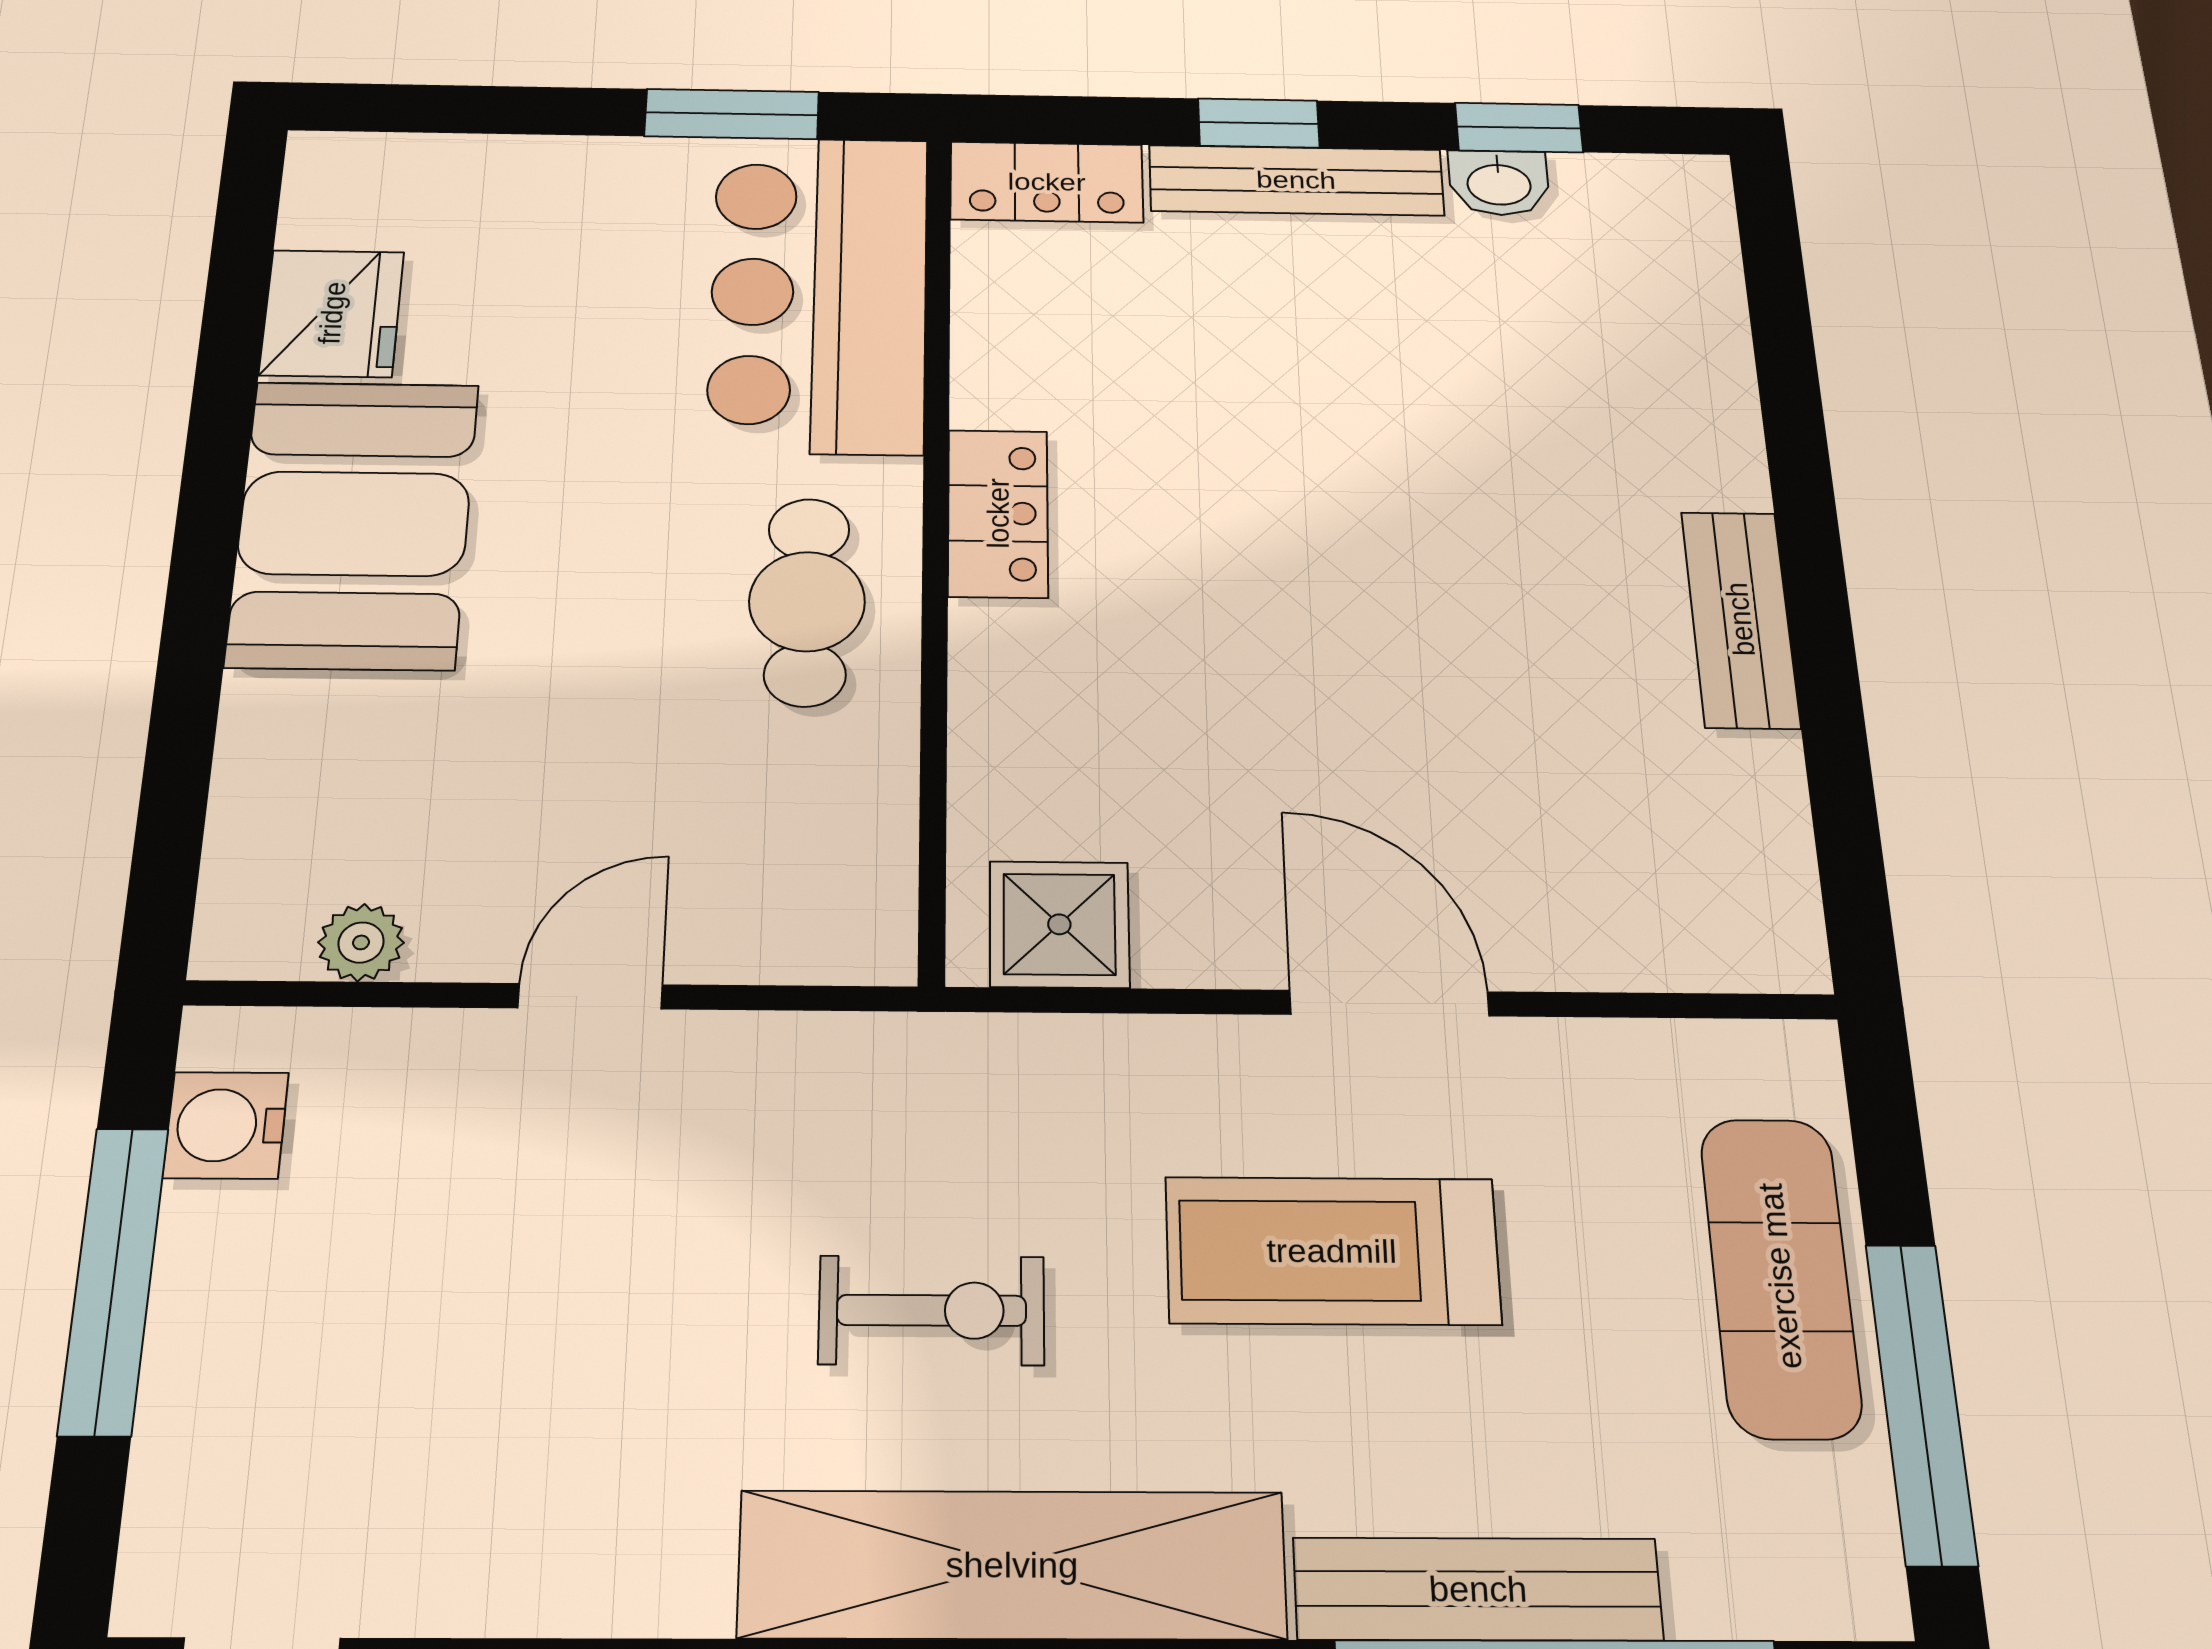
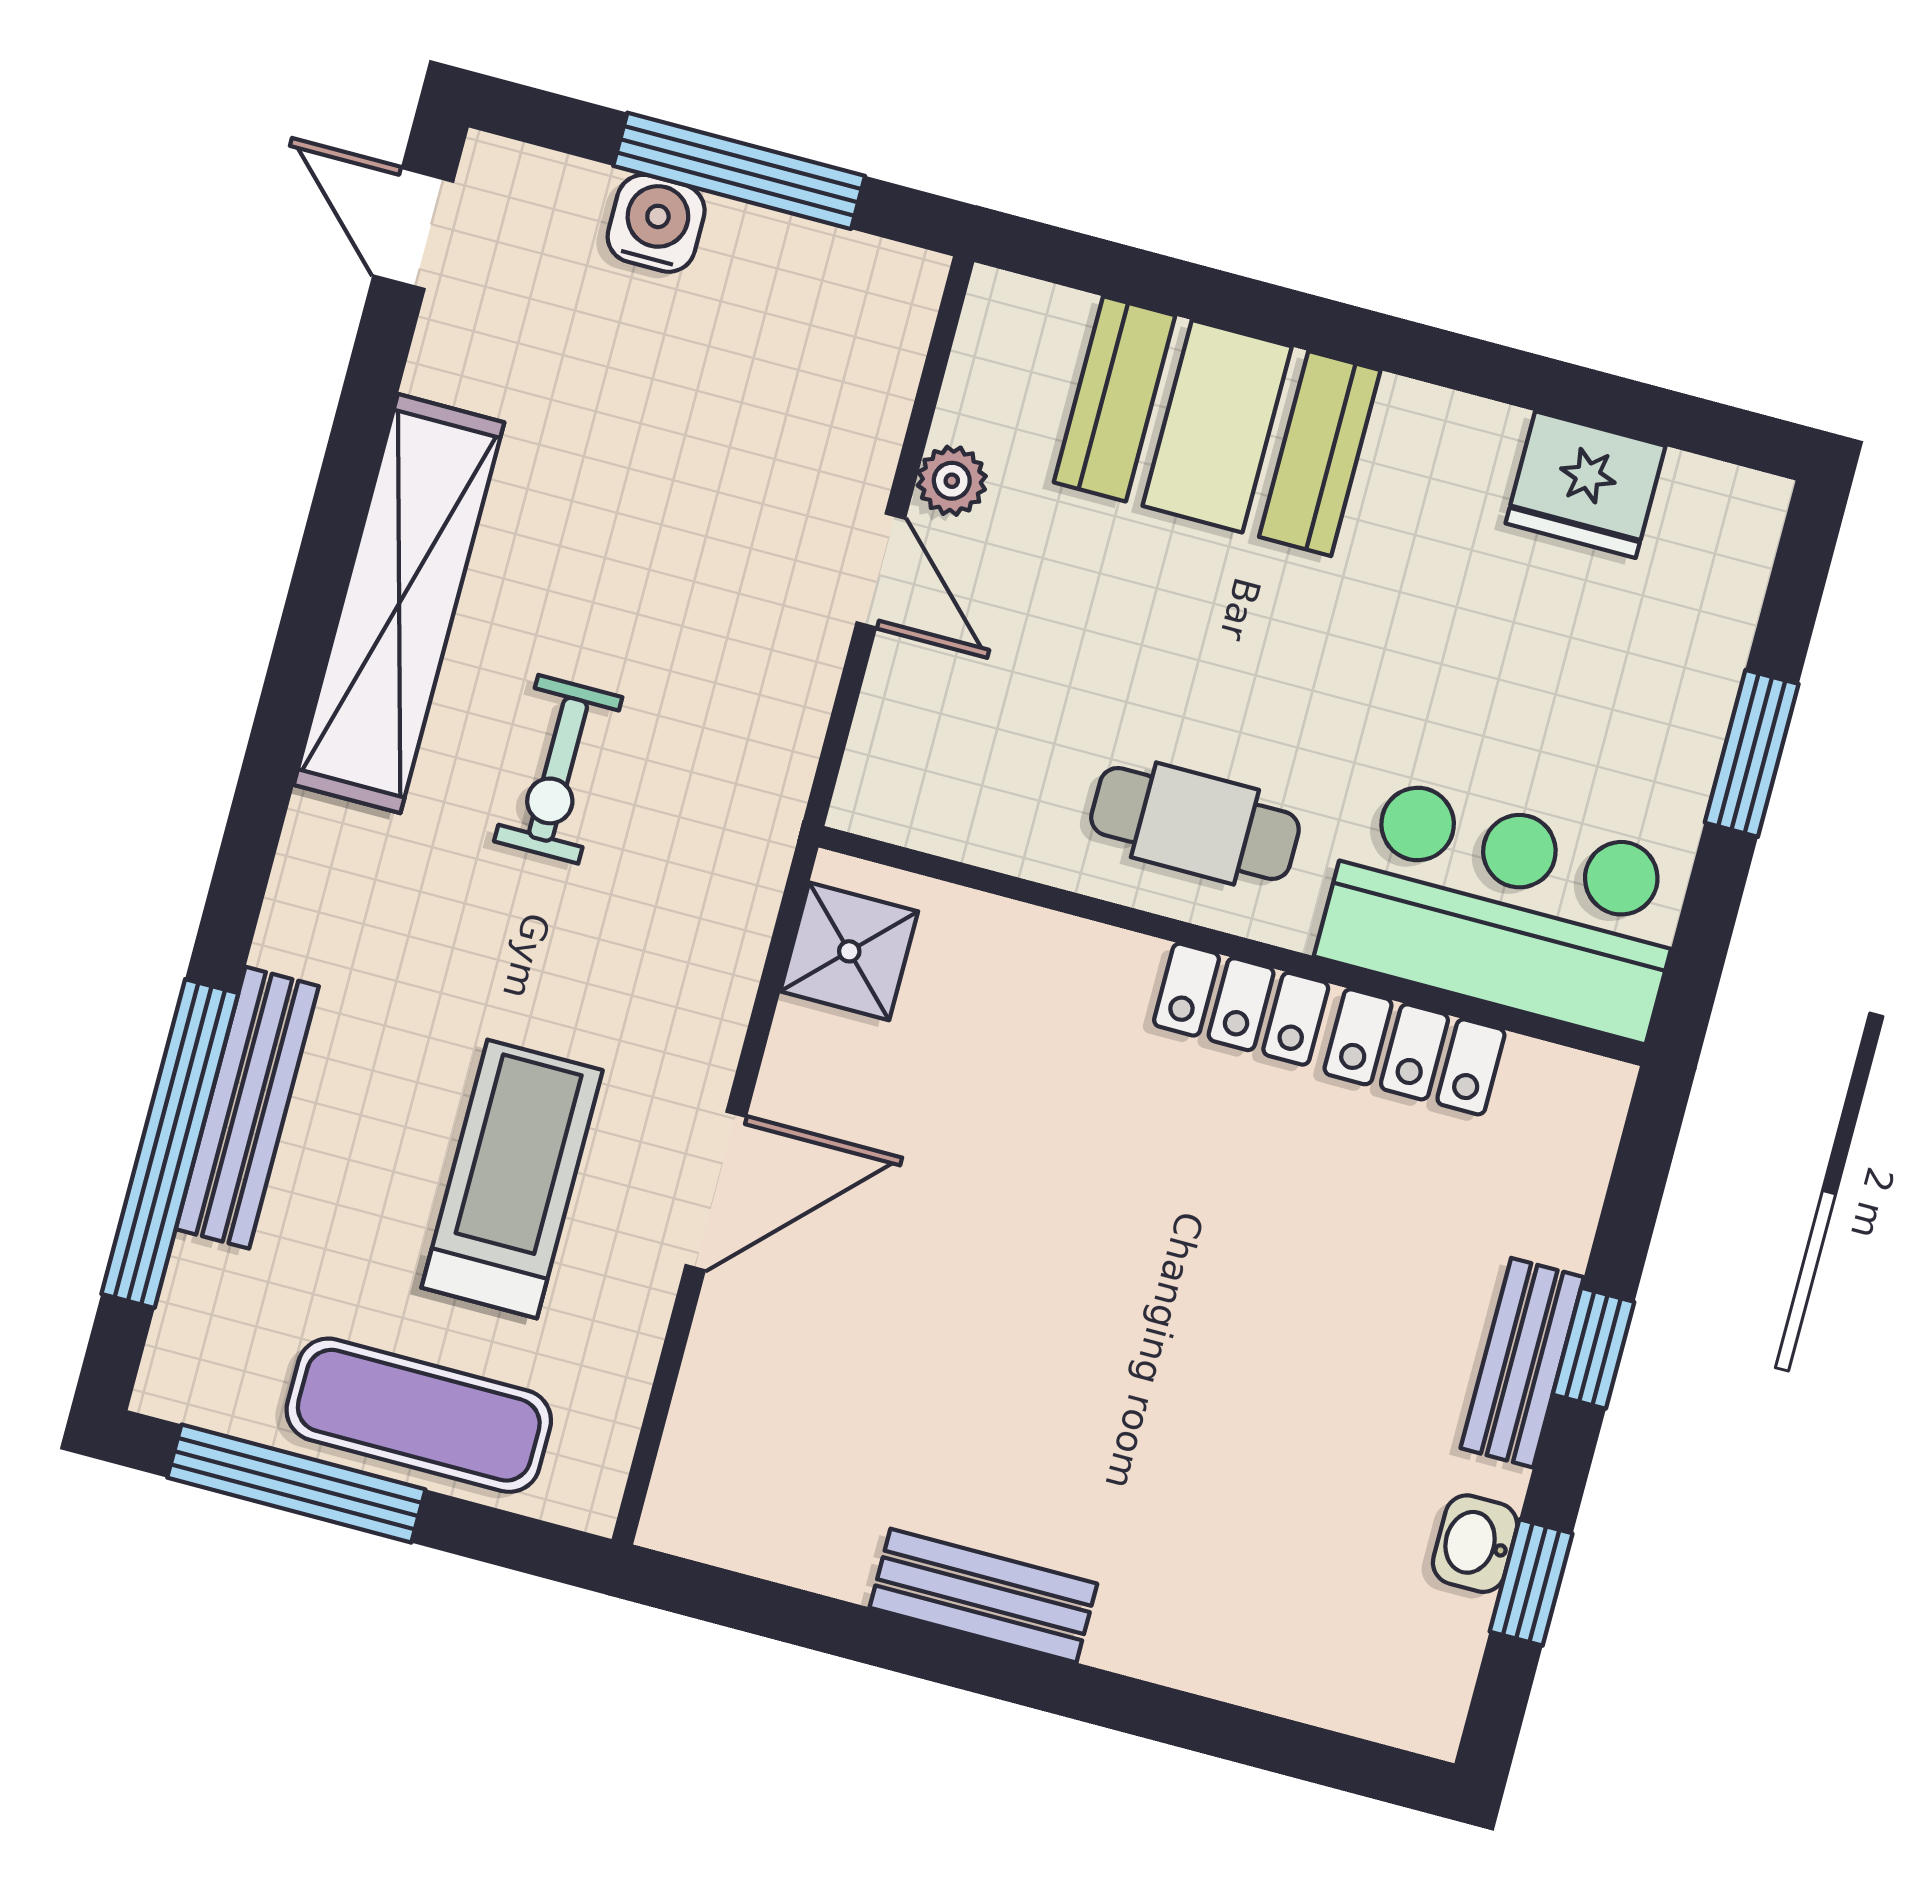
window: (732, 114) -> (1752, 753), moved
bench: (1296, 180) -> (1522, 1363), width x0.73
locker: (1047, 182) -> (1414, 1052), moved, turned -90
booth: (354, 524) -> (1217, 426), moved
plant: (361, 942) -> (952, 481), moved
water cooler: (226, 1125) -> (656, 223), moved
treadmill: (1332, 1251) -> (512, 1179), moved
shelving: (1012, 1565) -> (399, 604), moved

